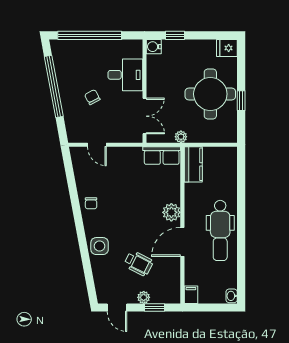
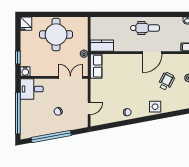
desk: (125, 75) -> (32, 89), moved, turned -90
window: (241, 101) -> (60, 14), removed
plant: (171, 212) -> (133, 60), removed
dental chair: (220, 230) -> (145, 28), width x0.73, depth x0.72
door: (182, 242) -> (152, 53), hinge flipped

